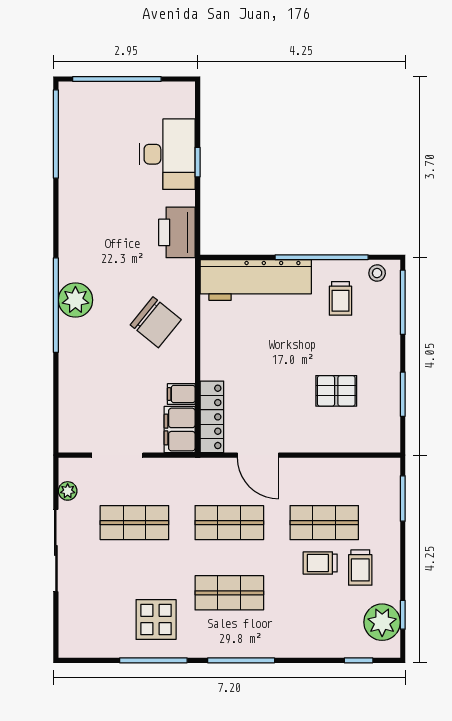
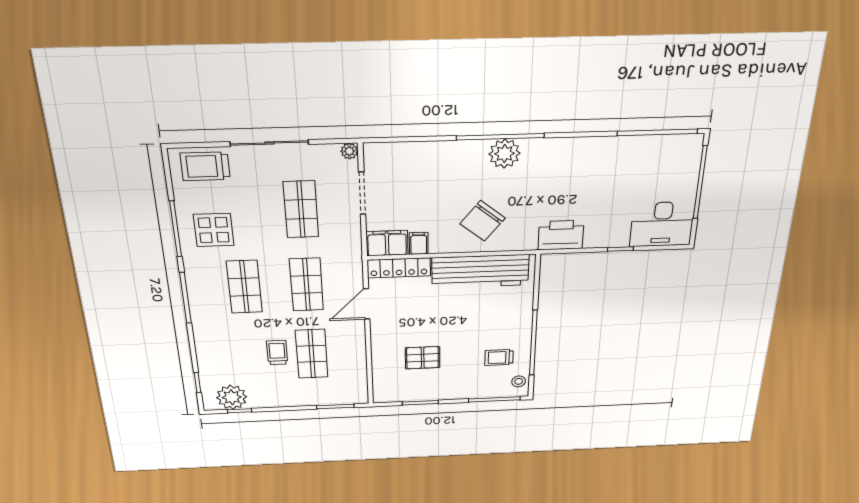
desk: (167, 154) -> (662, 224), moved
workbench: (256, 280) -> (480, 271), moved, turned -90
pallet: (336, 391) -> (423, 358), turned 90
plant: (68, 491) -> (349, 151), moved
trolley: (360, 567) -> (205, 166), moved, width x1.36, depth x1.39

